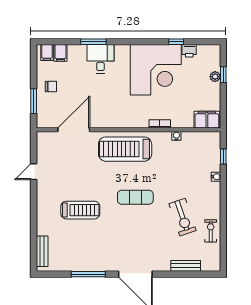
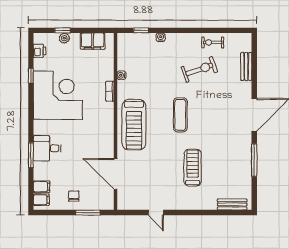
printer: (189, 51) -> (40, 51), moved
filing cabinet: (207, 120) -> (93, 41), moved, turned -90

